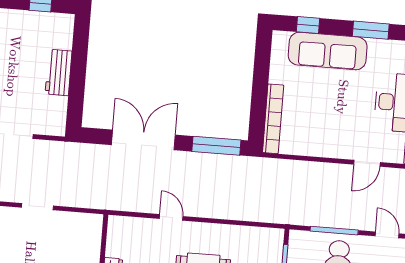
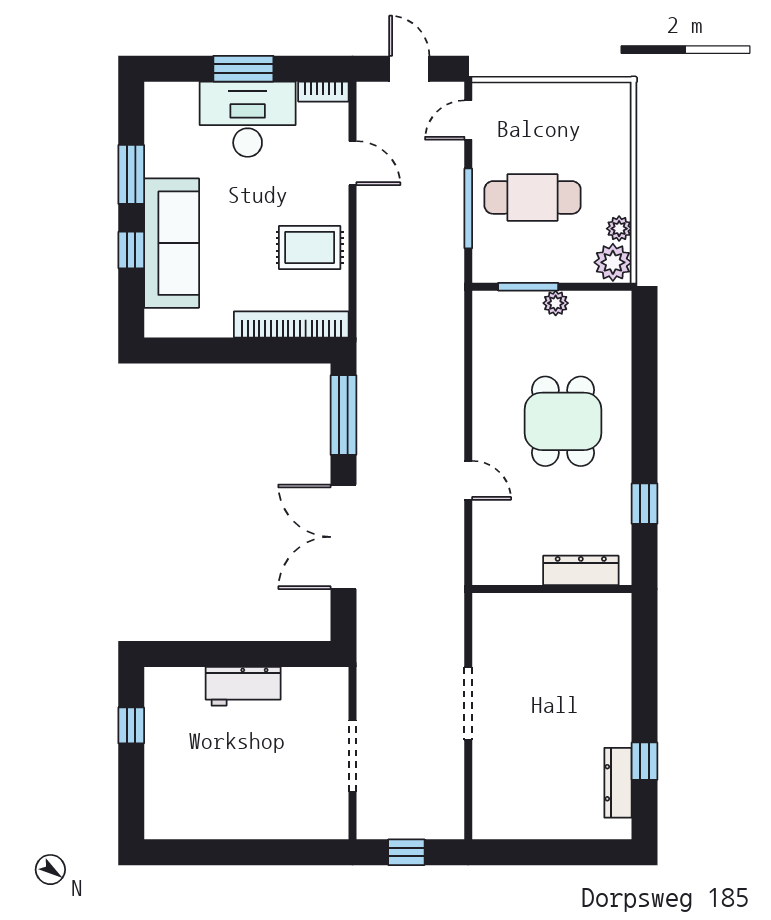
window: (308, 25) -> (131, 250), moved
rug: (318, 134) -> (310, 247), added
doorway: (38, 207) -> (468, 703), width x1.38
door: (171, 217) -> (468, 480), swing flipped

